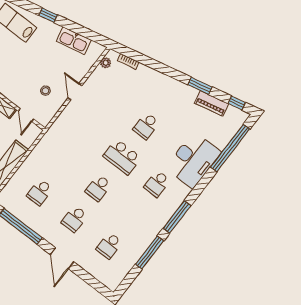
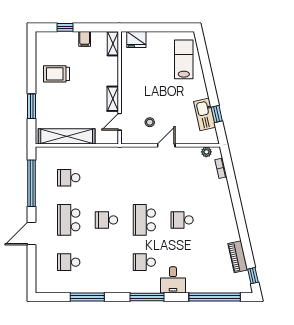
window: (48, 15) -> (217, 114), moved
window: (200, 86) -> (244, 237), removed
desk: (193, 160) -> (173, 280), width x0.53, depth x0.77
window: (177, 217) -> (147, 297), moved
school desk: (74, 219) -> (69, 220), width x1.85

